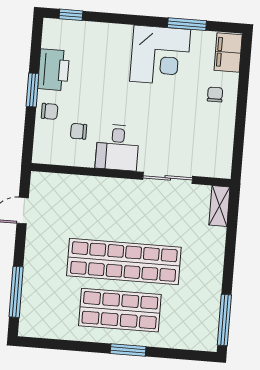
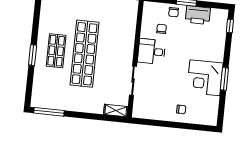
window: (187, 24) -> (224, 79), moved
filing cabinet: (228, 52) -> (206, 118), removed
shop shelf: (120, 310) -> (56, 51), width x0.70, depth x0.74

